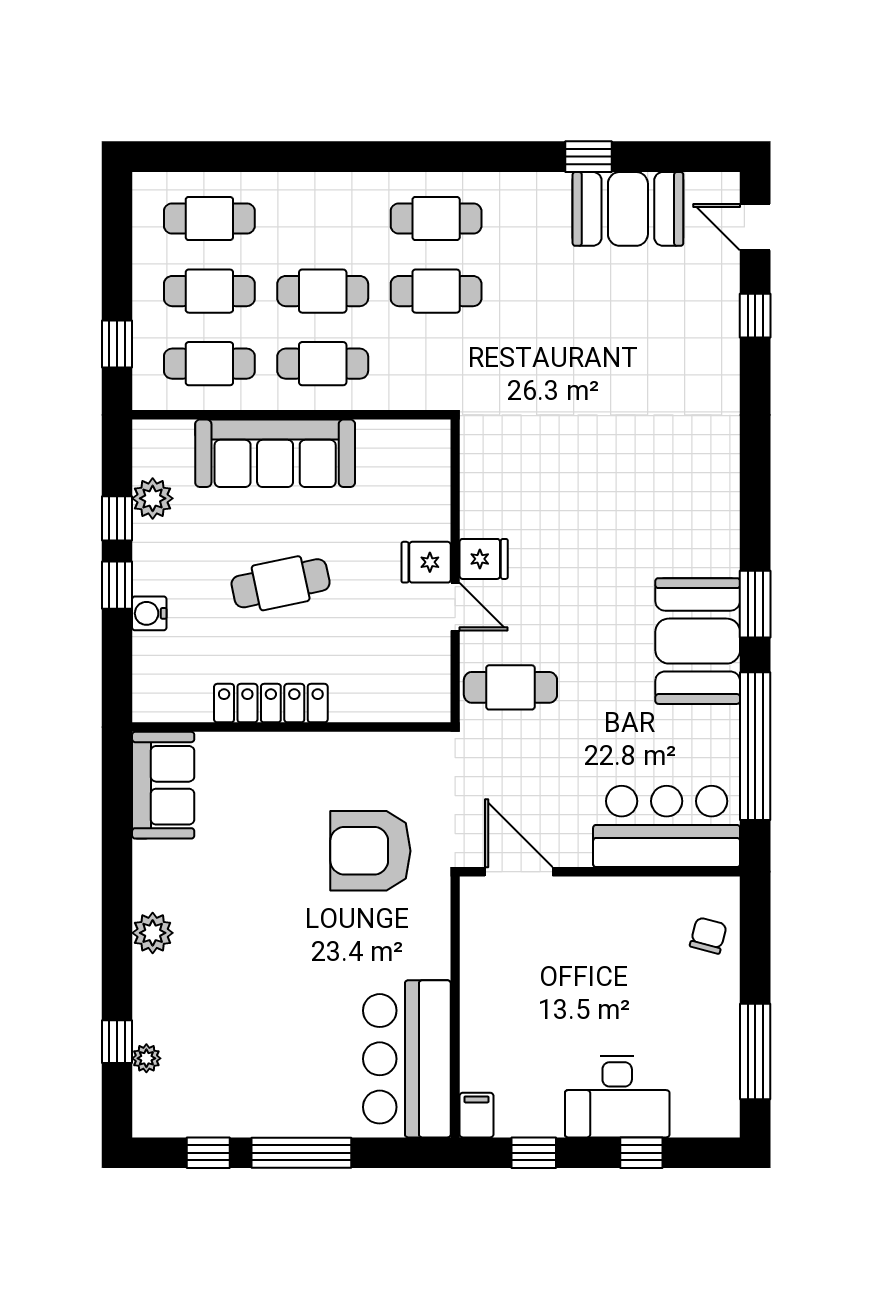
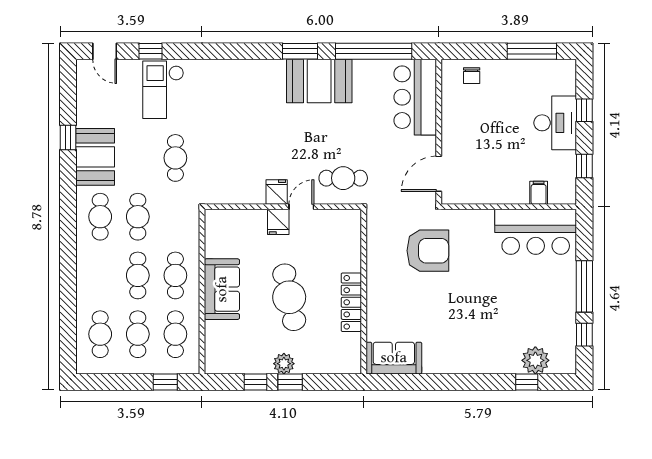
booth: (628, 209) -> (95, 157), moved
door: (755, 227) -> (105, 51), hinge flipped
checkout: (681, 340) -> (163, 90), added
cafe table: (549, 364) -> (175, 158), added
sofa: (275, 453) -> (222, 289), width x0.73
plant: (153, 498) -> (284, 364), moved
cafe table: (281, 583) -> (289, 297), width x1.37, depth x1.35
water cooler: (149, 613) -> (305, 365), removed
cafe table: (510, 687) -> (343, 178), turned 90
armchair: (370, 851) -> (428, 251), turned -90
plant: (153, 933) -> (470, 364), removed
chair: (708, 935) -> (472, 76), turned -105
plant: (146, 1058) -> (535, 360), width x1.88, depth x1.88
filing cabinet: (476, 1115) -> (539, 193), moved, turned 90

